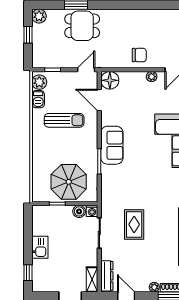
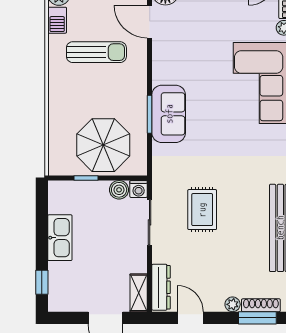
sofa: (112, 145) -> (169, 114), moved
kitchen sink: (40, 247) -> (60, 238), width x1.38

